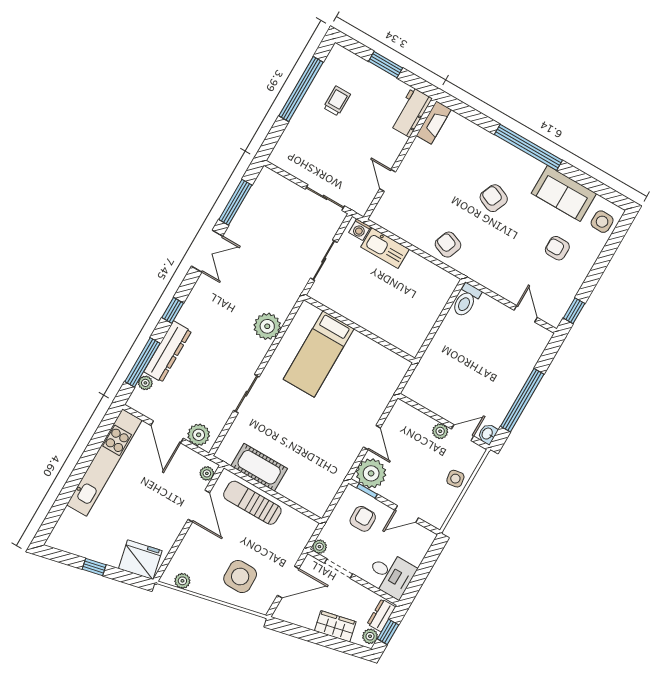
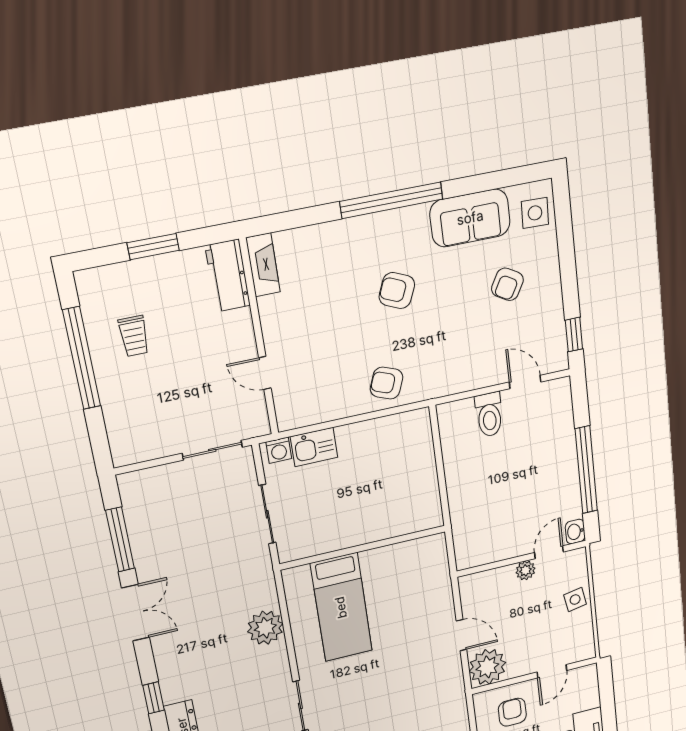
trolley: (337, 101) -> (134, 336), turned 180
kitchen sink: (385, 248) -> (314, 447), width x0.73
armchair: (557, 248) -> (507, 284), turned -60
toilet: (466, 300) -> (489, 415), moved
window: (367, 491) -> (496, 685), removed

